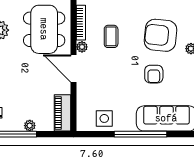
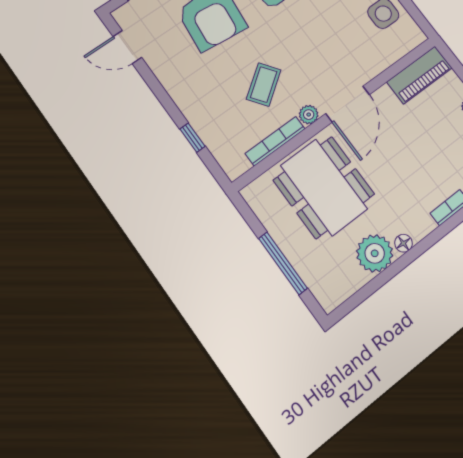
dining table: (44, 29) -> (324, 187), turned 90
coffee table: (111, 36) -> (264, 85), turned -36

